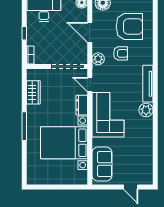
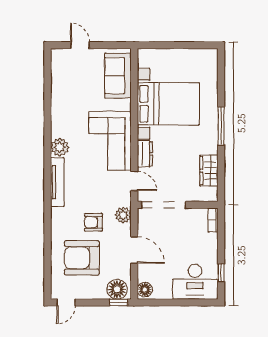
window: (24, 33) -> (221, 273), moved

